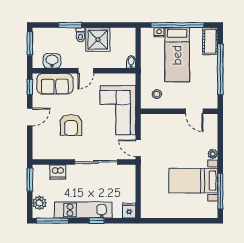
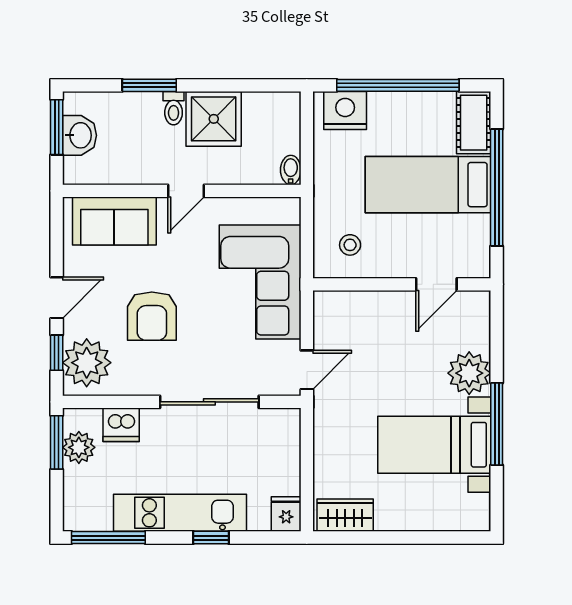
nightstand: (159, 32) -> (345, 111), width x1.89, depth x1.79
bed: (177, 55) -> (428, 185), moved, turned 90
washbasin: (52, 61) -> (80, 135), moved, turned 90
window: (30, 87) -> (57, 353), moved
door: (194, 111) -> (436, 284), hinge flipped
plant: (43, 145) -> (87, 363), added
door: (138, 148) -> (307, 370), swing flipped
plant: (213, 154) -> (469, 373), width x1.88, depth x1.88
window: (220, 191) -> (497, 424), moved
plant: (39, 203) -> (79, 447), moved
wardrobe: (155, 211) -> (345, 515), added

